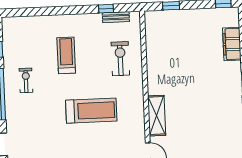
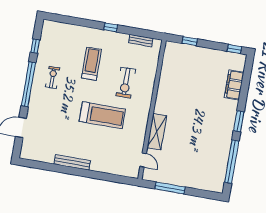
window: (106, 9) -> (111, 27), moved
exercise bike: (120, 59) -> (126, 83), moved, turned 180

